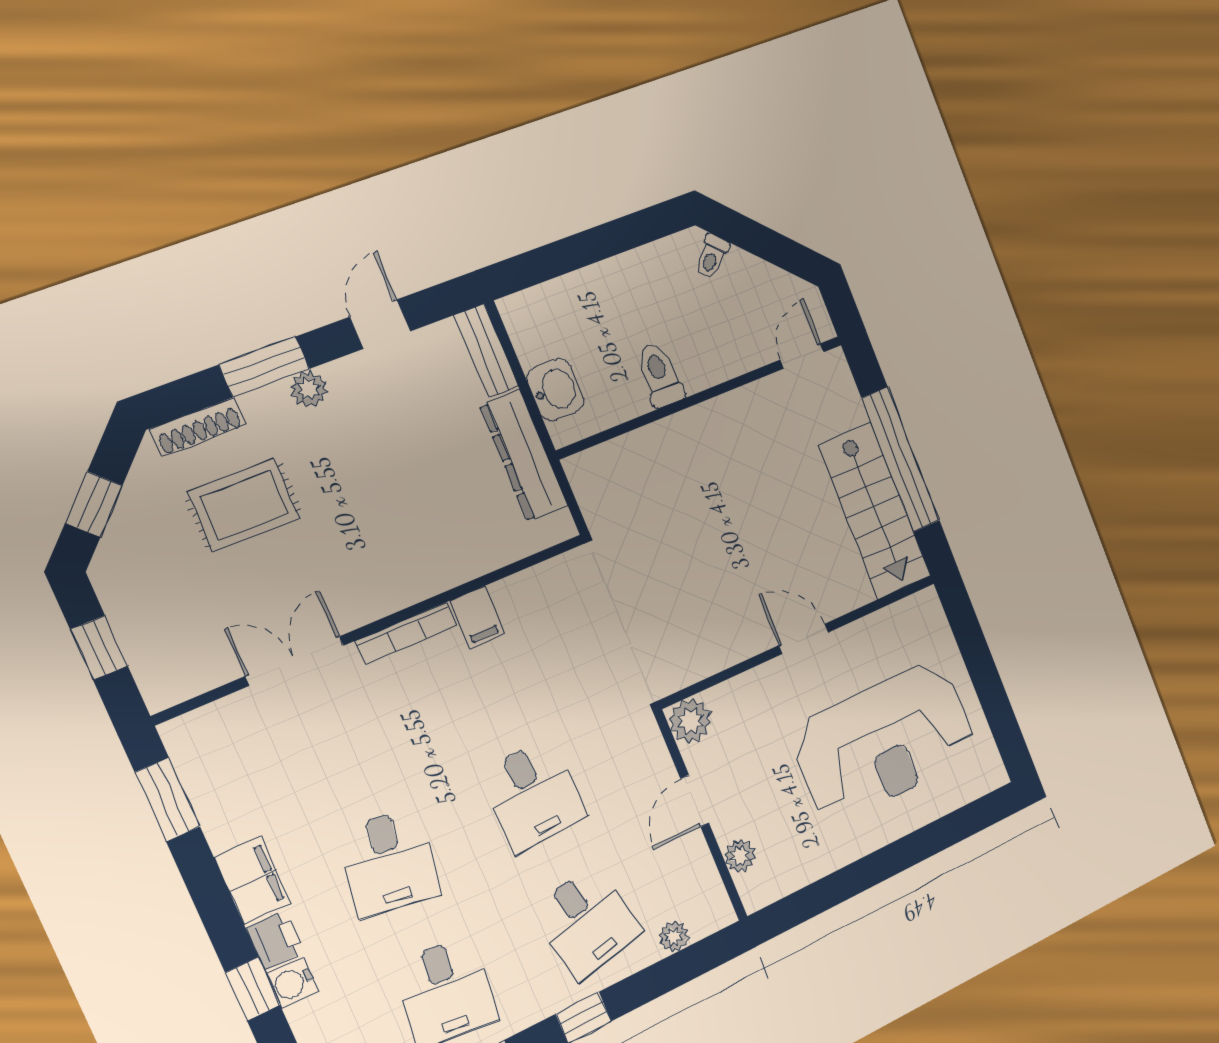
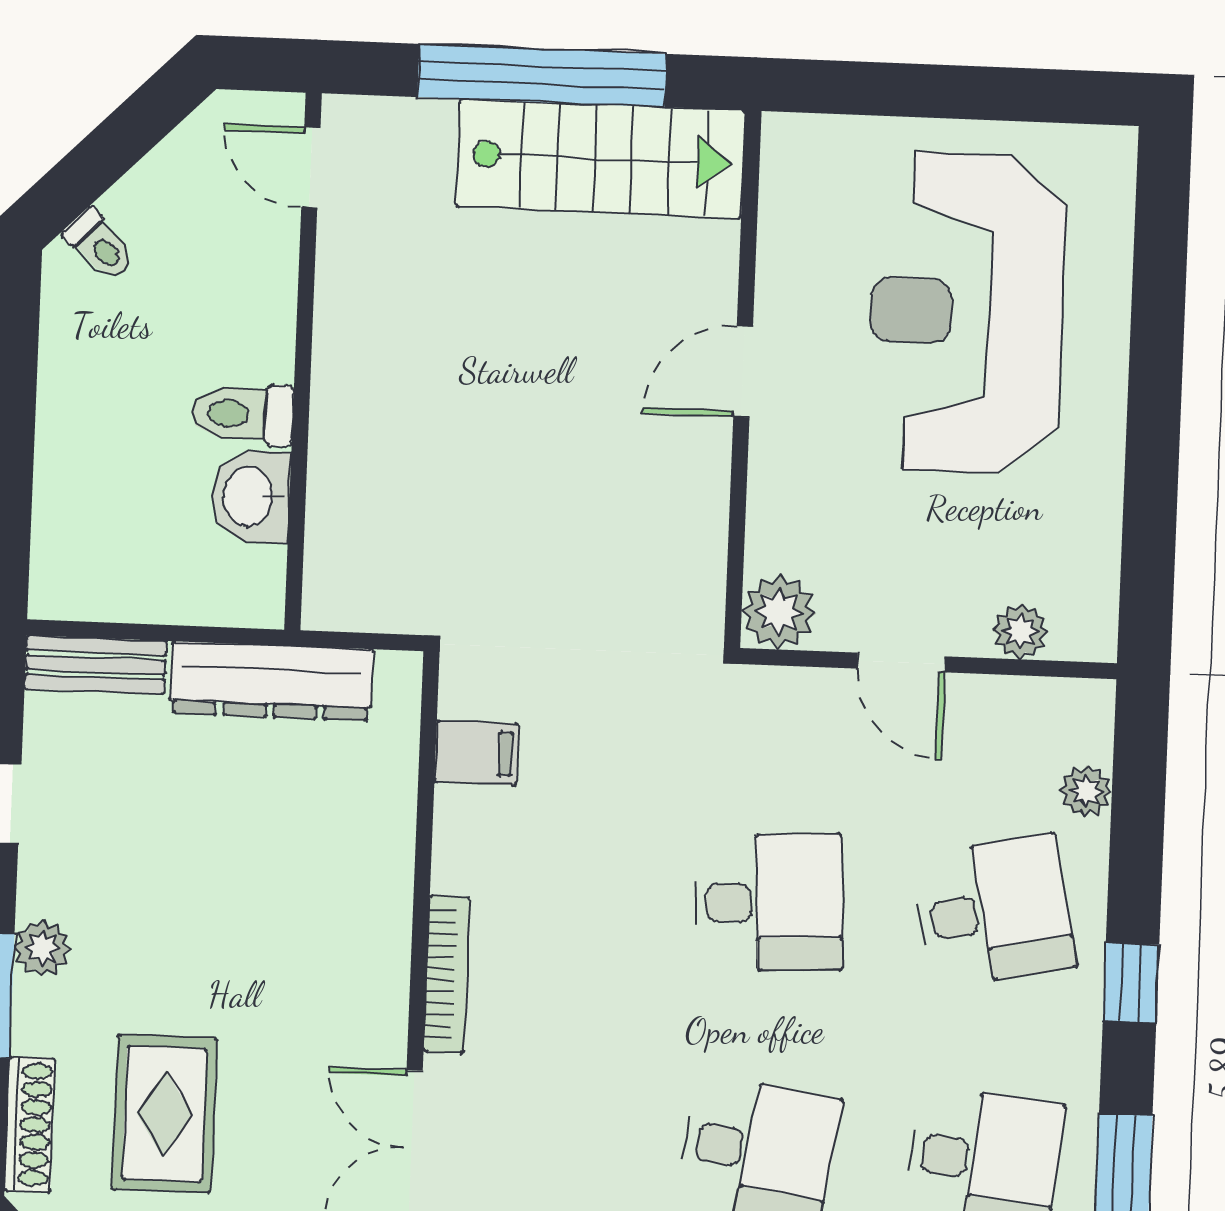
washbasin: (556, 390) -> (251, 496), moved, turned -90
filing cabinet: (477, 617) -> (477, 753), moved
reception desk: (885, 742) -> (966, 313), turned 180

